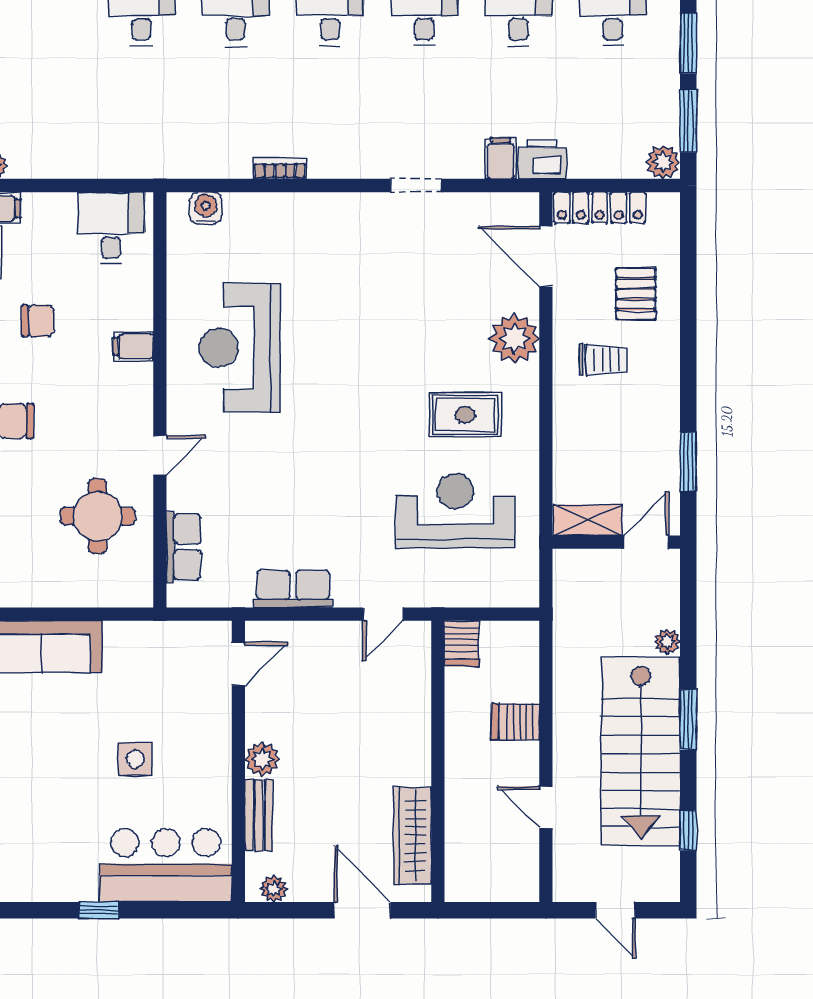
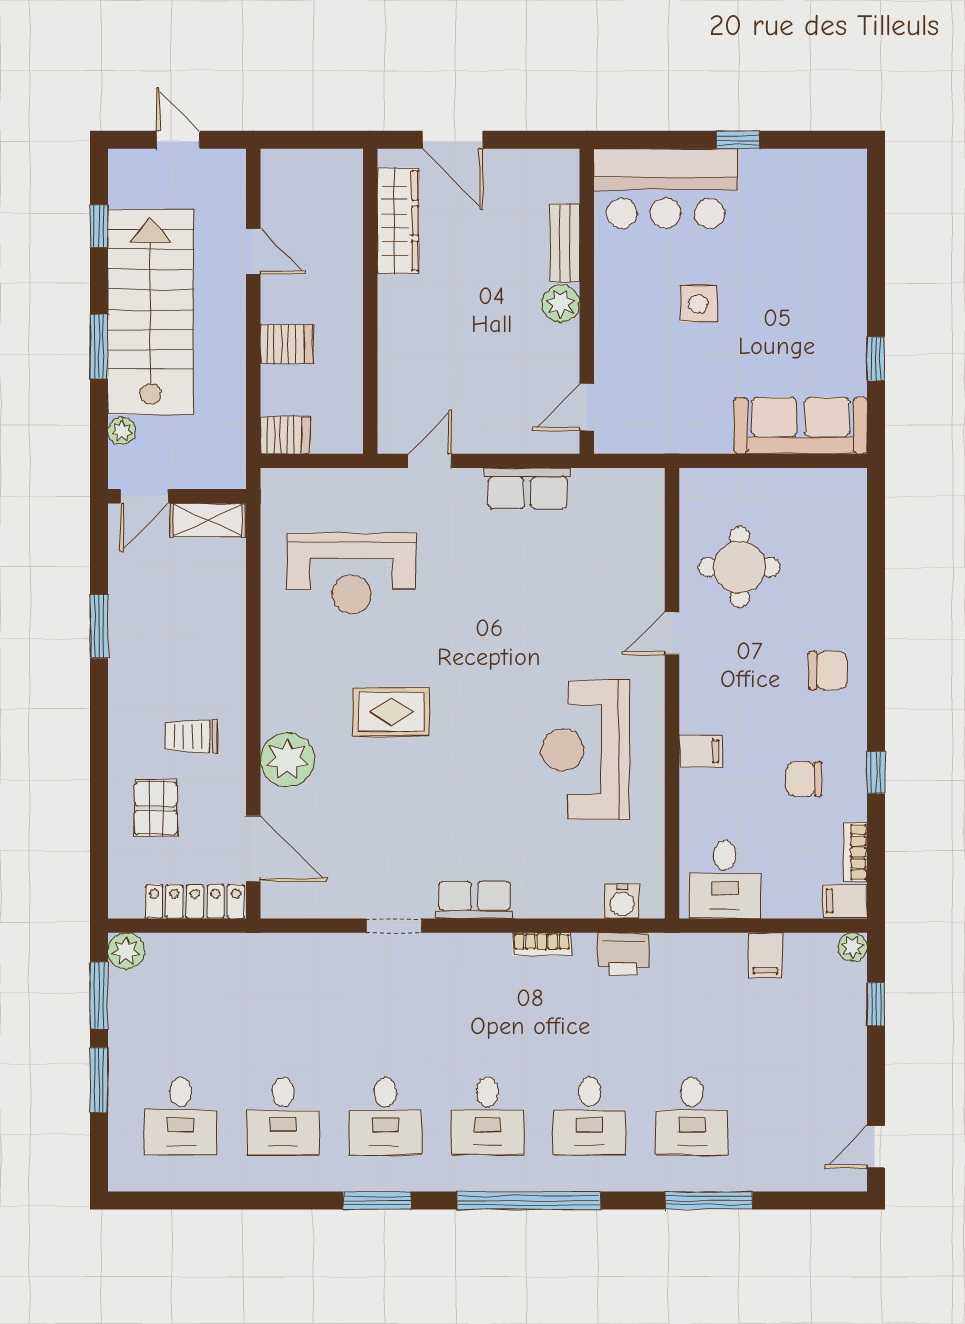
filing cabinet: (501, 158) -> (766, 955), moved
printer: (542, 159) -> (624, 954), moved
reception desk: (240, 348) -> (585, 750), turned 180
rug: (465, 415) -> (391, 712), moved
shelving: (588, 520) -> (208, 520), moved
wall: (616, 542) -> (177, 496), moved
door: (646, 542) -> (144, 496), moved
row of seats: (183, 547) -> (474, 900), moved, turned 90
server rack: (462, 643) -> (285, 435), moved, turned 90
plant: (274, 889) -> (548, 163), removed

